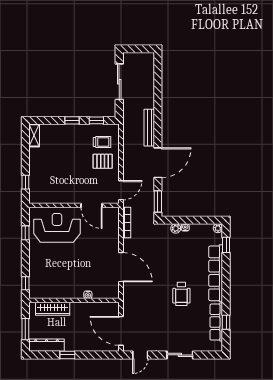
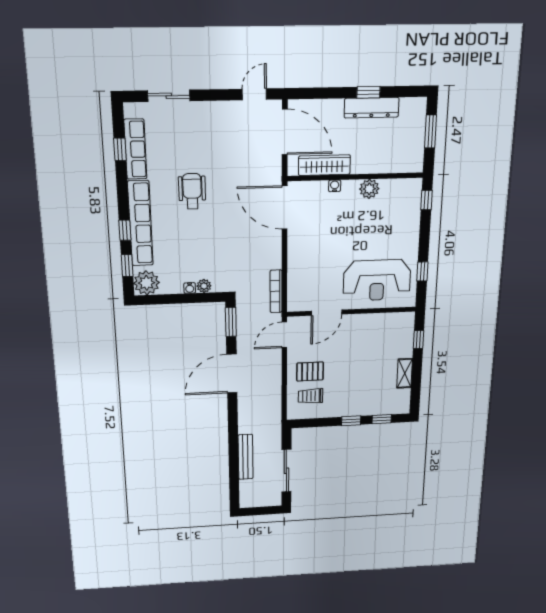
window: (96, 120) -> (382, 419), moved
bench: (149, 128) -> (246, 457), moved
shelving: (34, 135) -> (405, 373), moved
door: (92, 205) -> (327, 313), swing flipped
plant: (218, 228) -> (147, 283), width x1.88, depth x1.88
door: (121, 267) -> (285, 207), moved
window: (226, 269) -> (125, 230), added
plant: (65, 292) -> (369, 189), added
wardrobe: (53, 309) -> (324, 165), moved
dresser: (47, 345) -> (372, 108), moved
sliding door: (180, 355) -> (169, 96), moved

